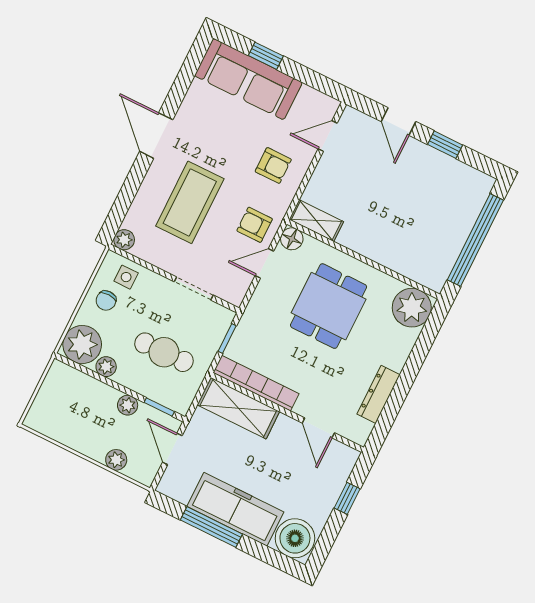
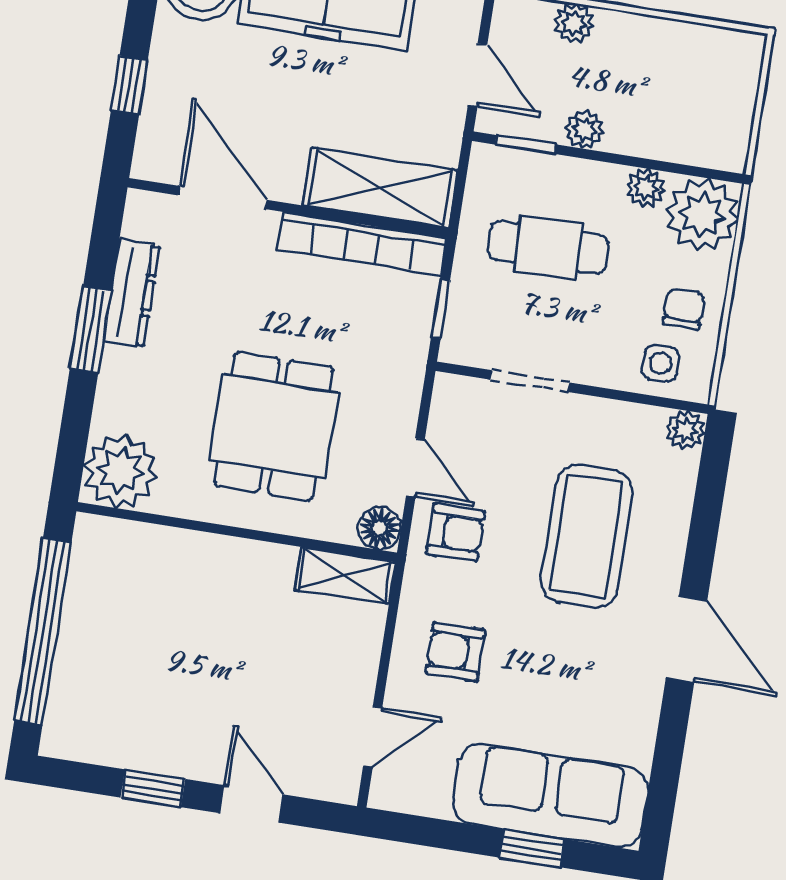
door: (264, 263) -> (415, 468), hinge flipped
window: (405, 383) -> (91, 330), added
door: (318, 428) -> (222, 198), width x1.38

